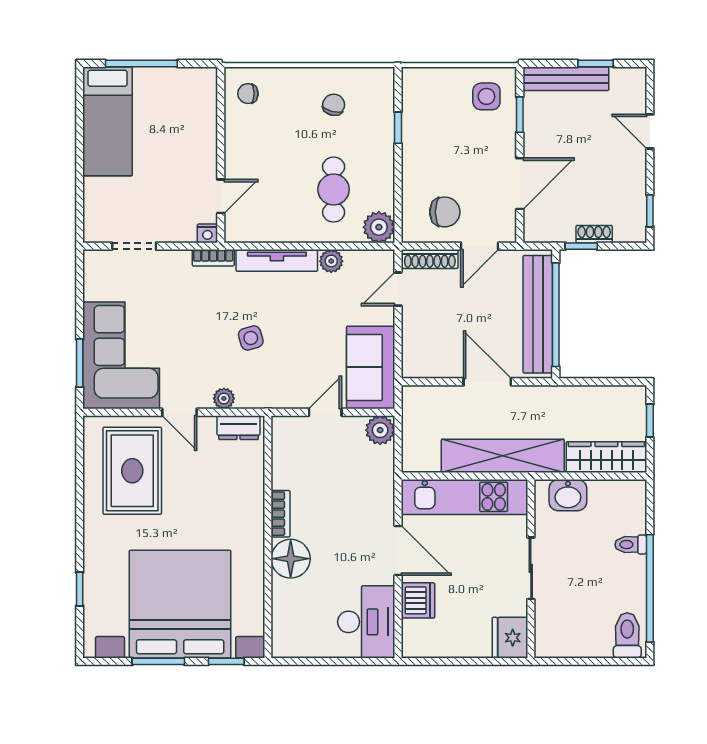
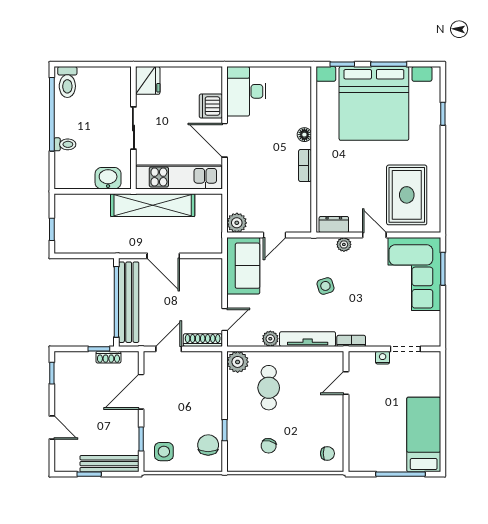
chair: (445, 212) -> (208, 445), moved, turned 90
nightstand: (207, 233) -> (383, 358), moved
shoe rack: (594, 234) -> (108, 357), moved
wardrobe: (606, 457) -> (82, 204), removed
floor lamp: (291, 559) -> (304, 135), width x0.53, depth x0.53

